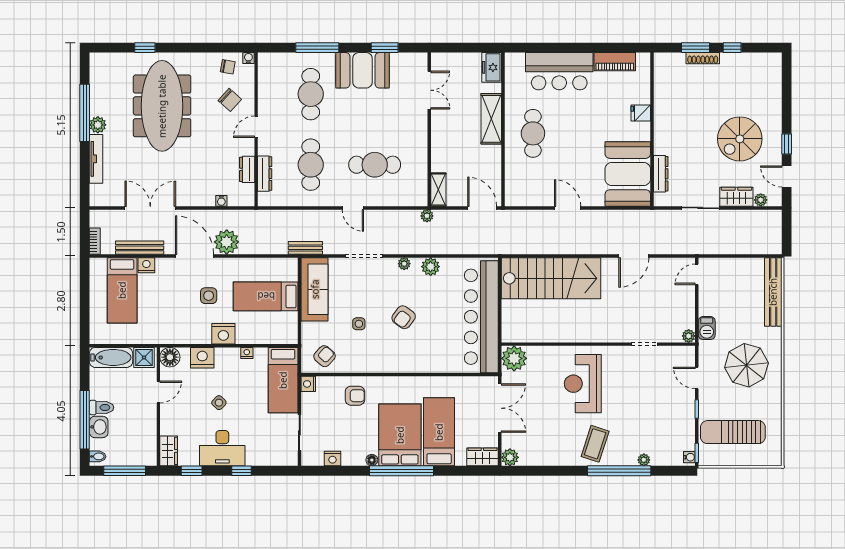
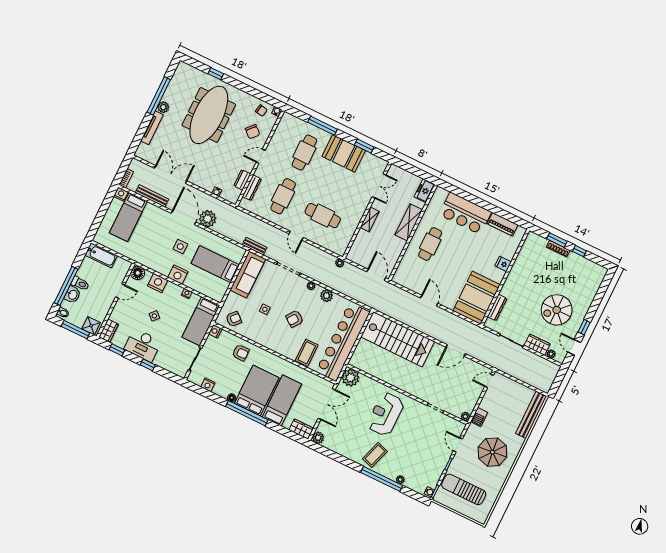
shelving: (438, 190) -> (370, 219), moved
nightstand: (146, 265) -> (121, 194), moved
coffee table: (441, 354) -> (307, 353), added
shower: (144, 357) -> (91, 326), moved

